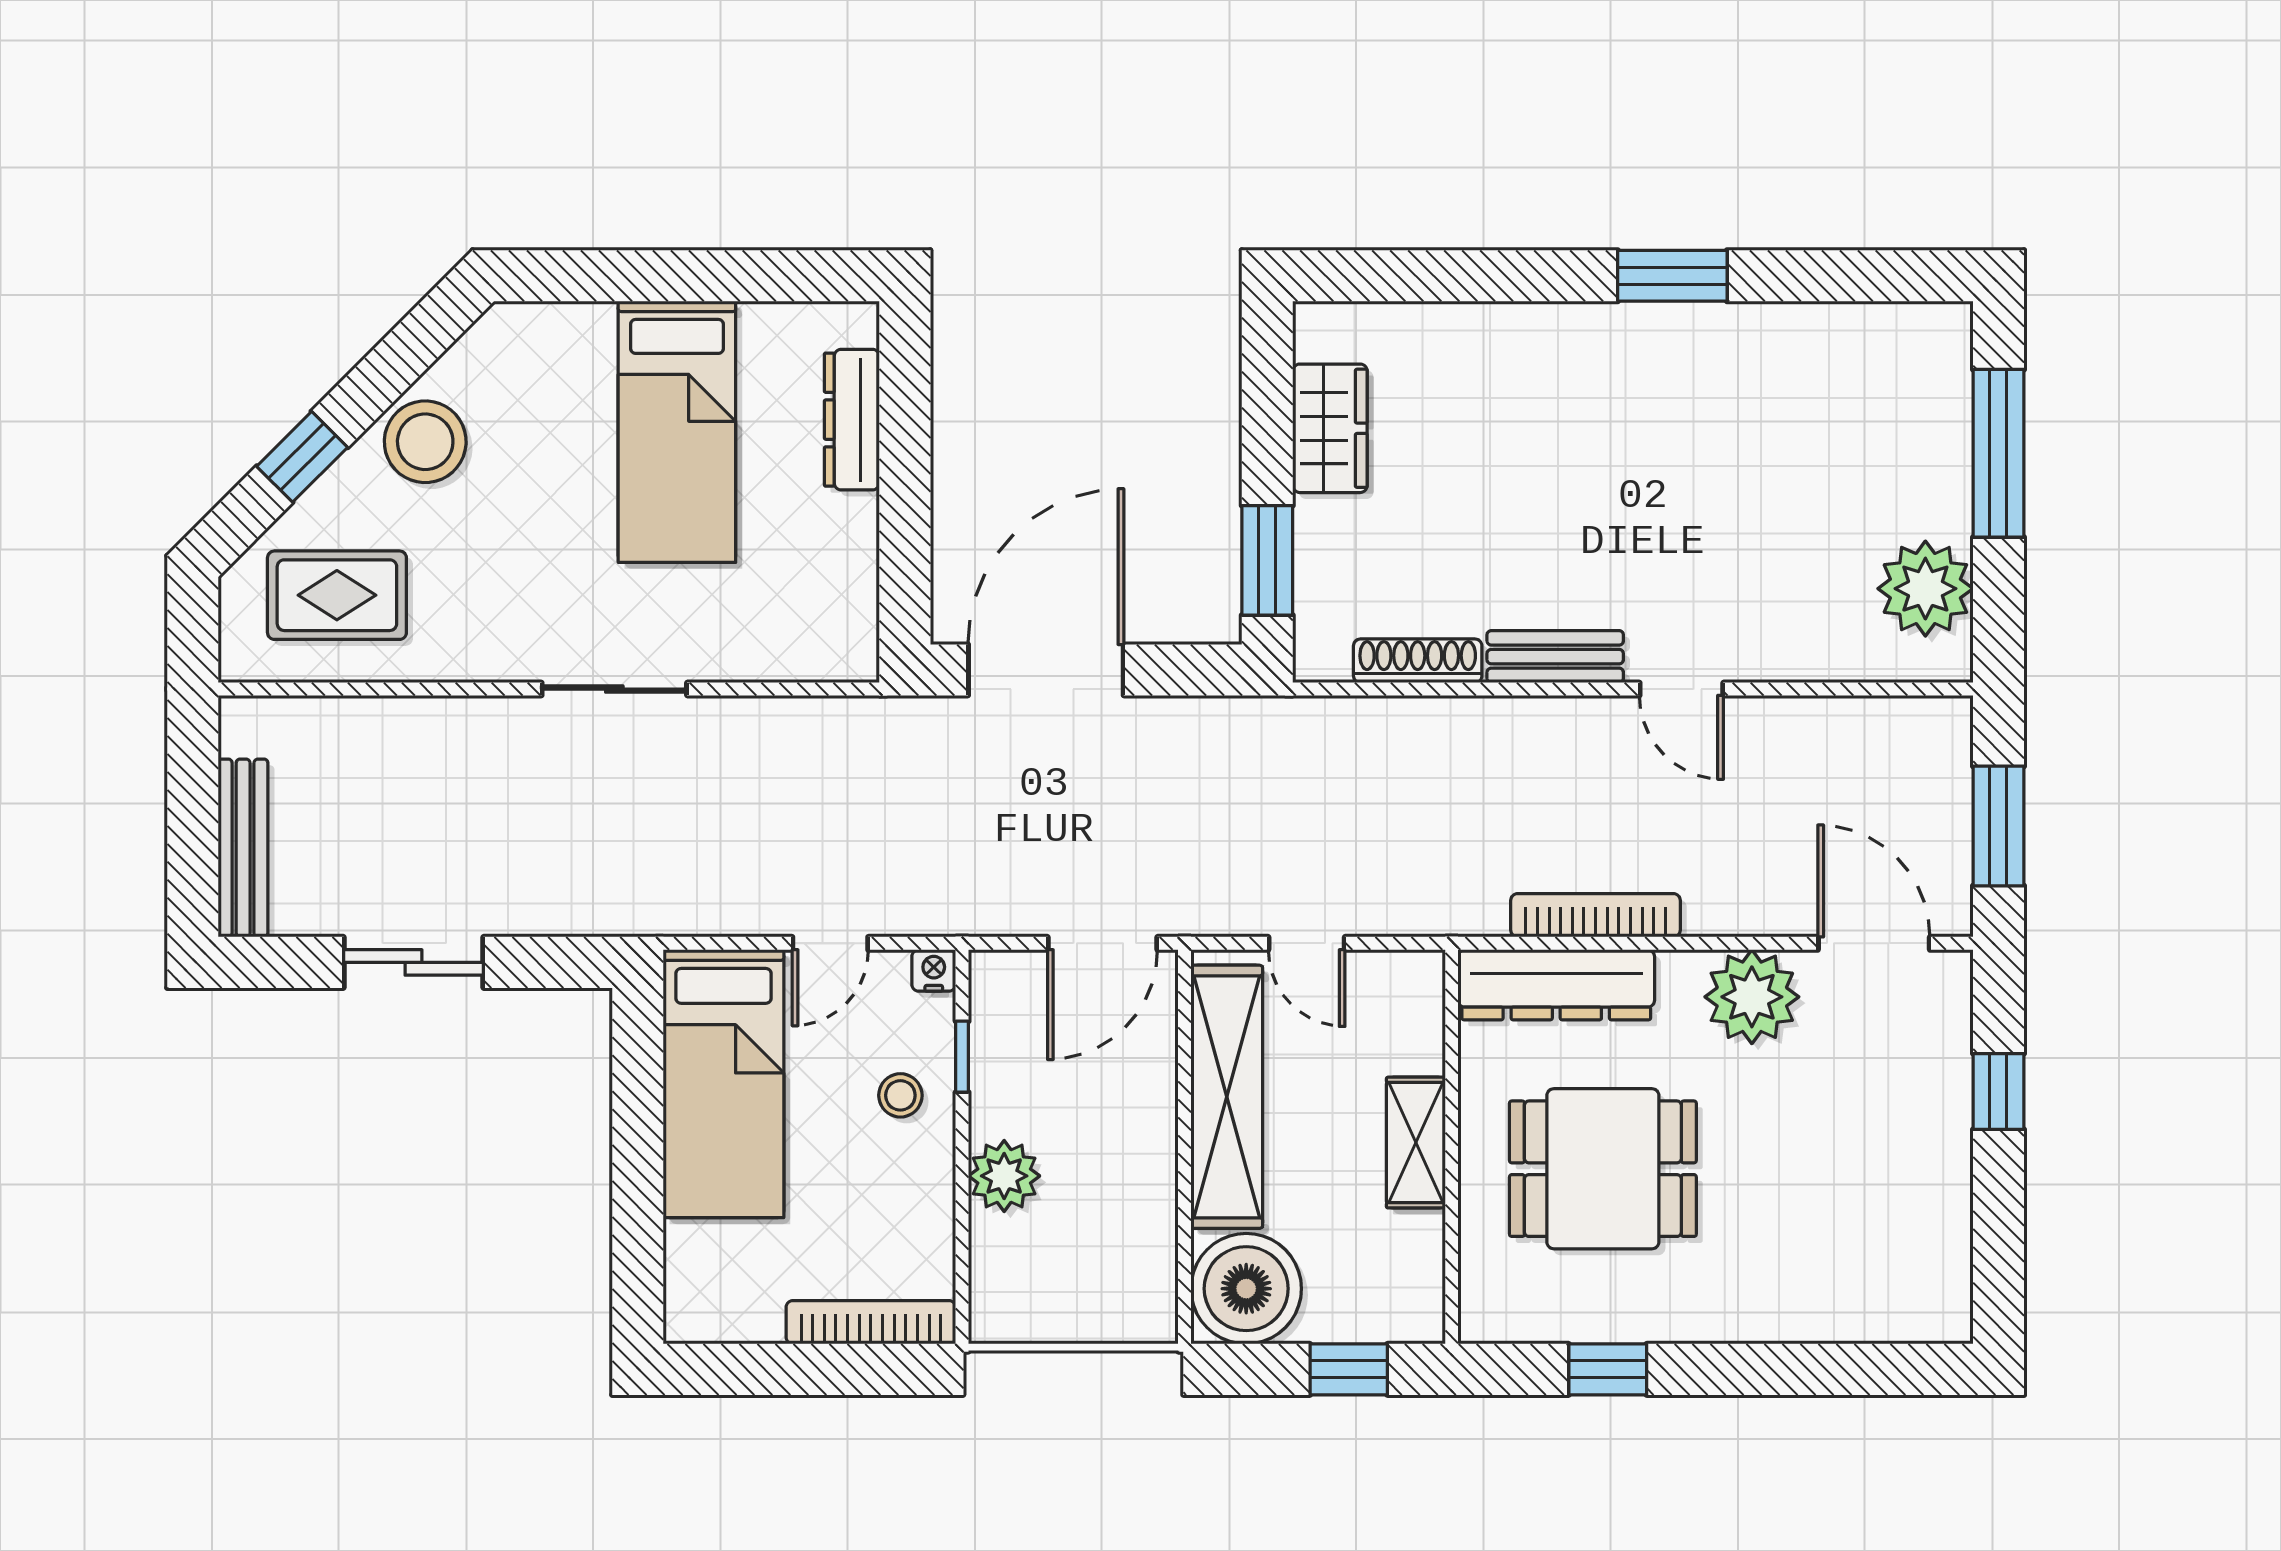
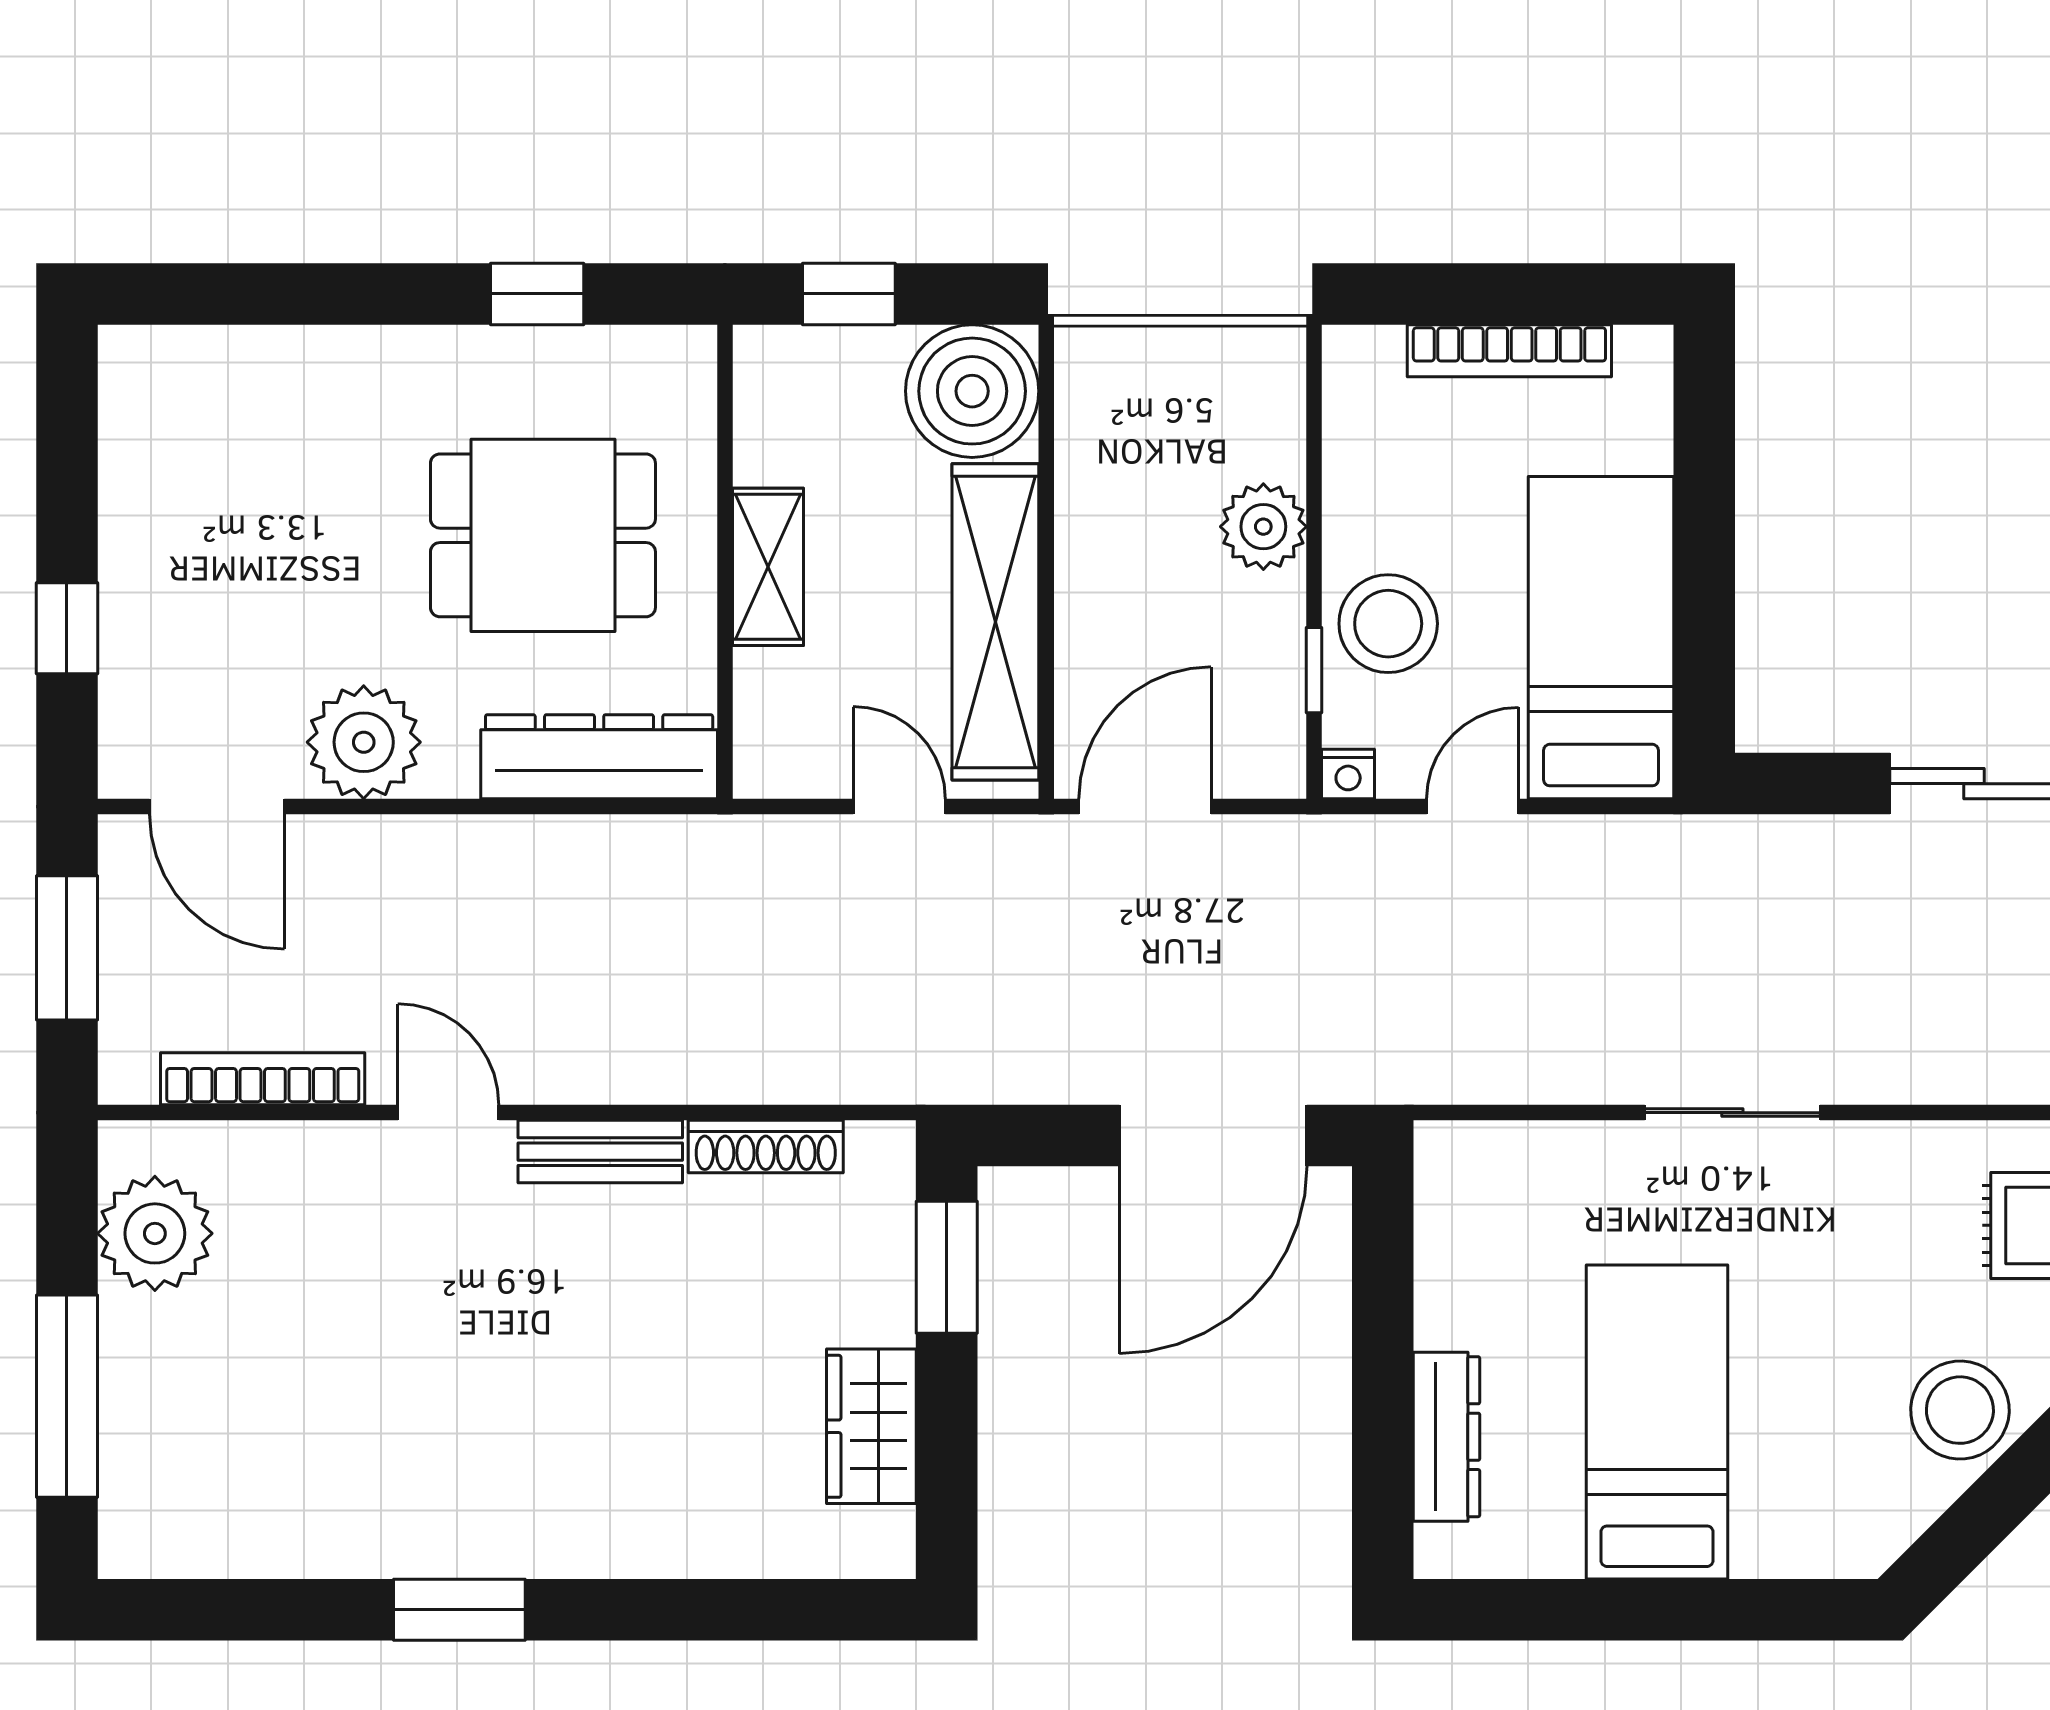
bookcase: (1596, 915) -> (263, 1079), moved, turned 180
stool: (900, 1095) -> (1388, 624), width x1.89, depth x1.89
bookcase: (871, 1322) -> (1509, 351), moved

